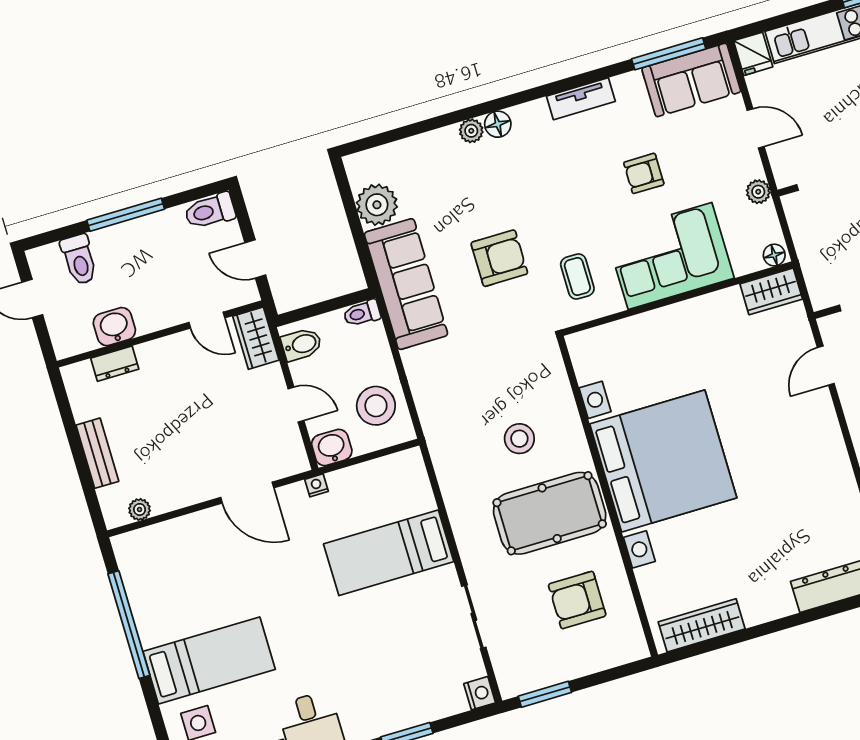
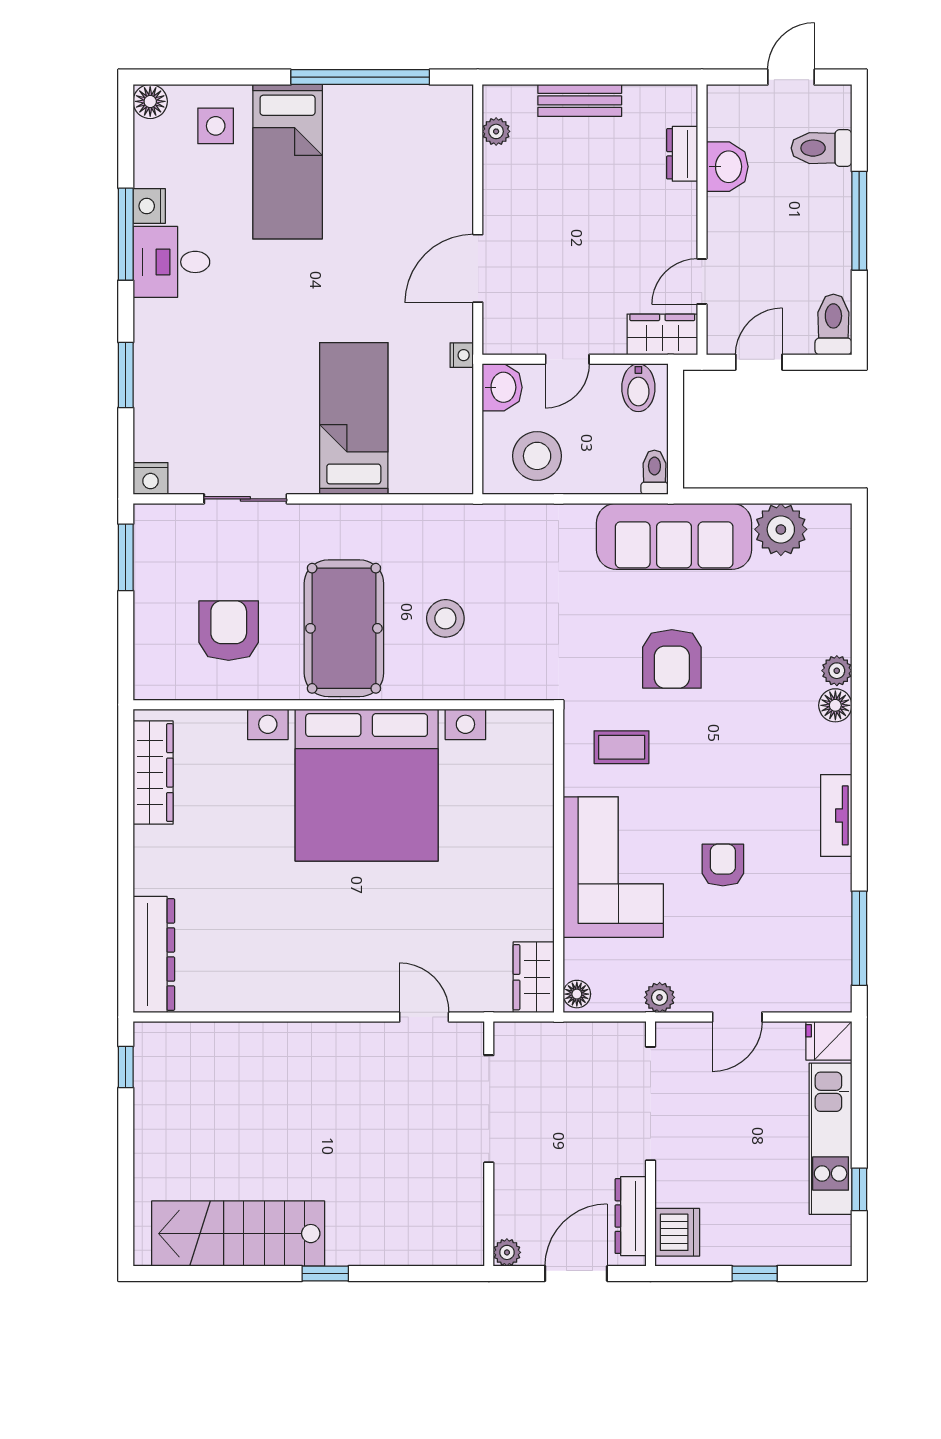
sofa: (691, 80) -> (819, 956), removed

